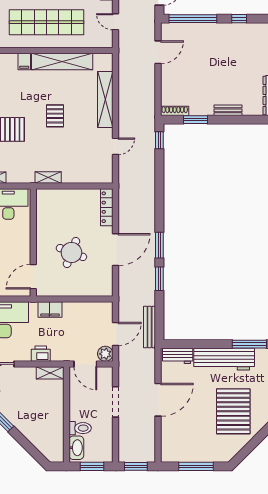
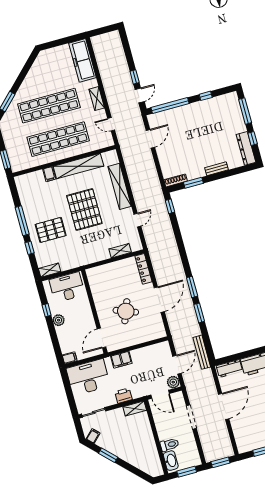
pallet: (55, 116) -> (84, 209), width x2.05, depth x2.00
shelving: (48, 178) -> (120, 251), moved

